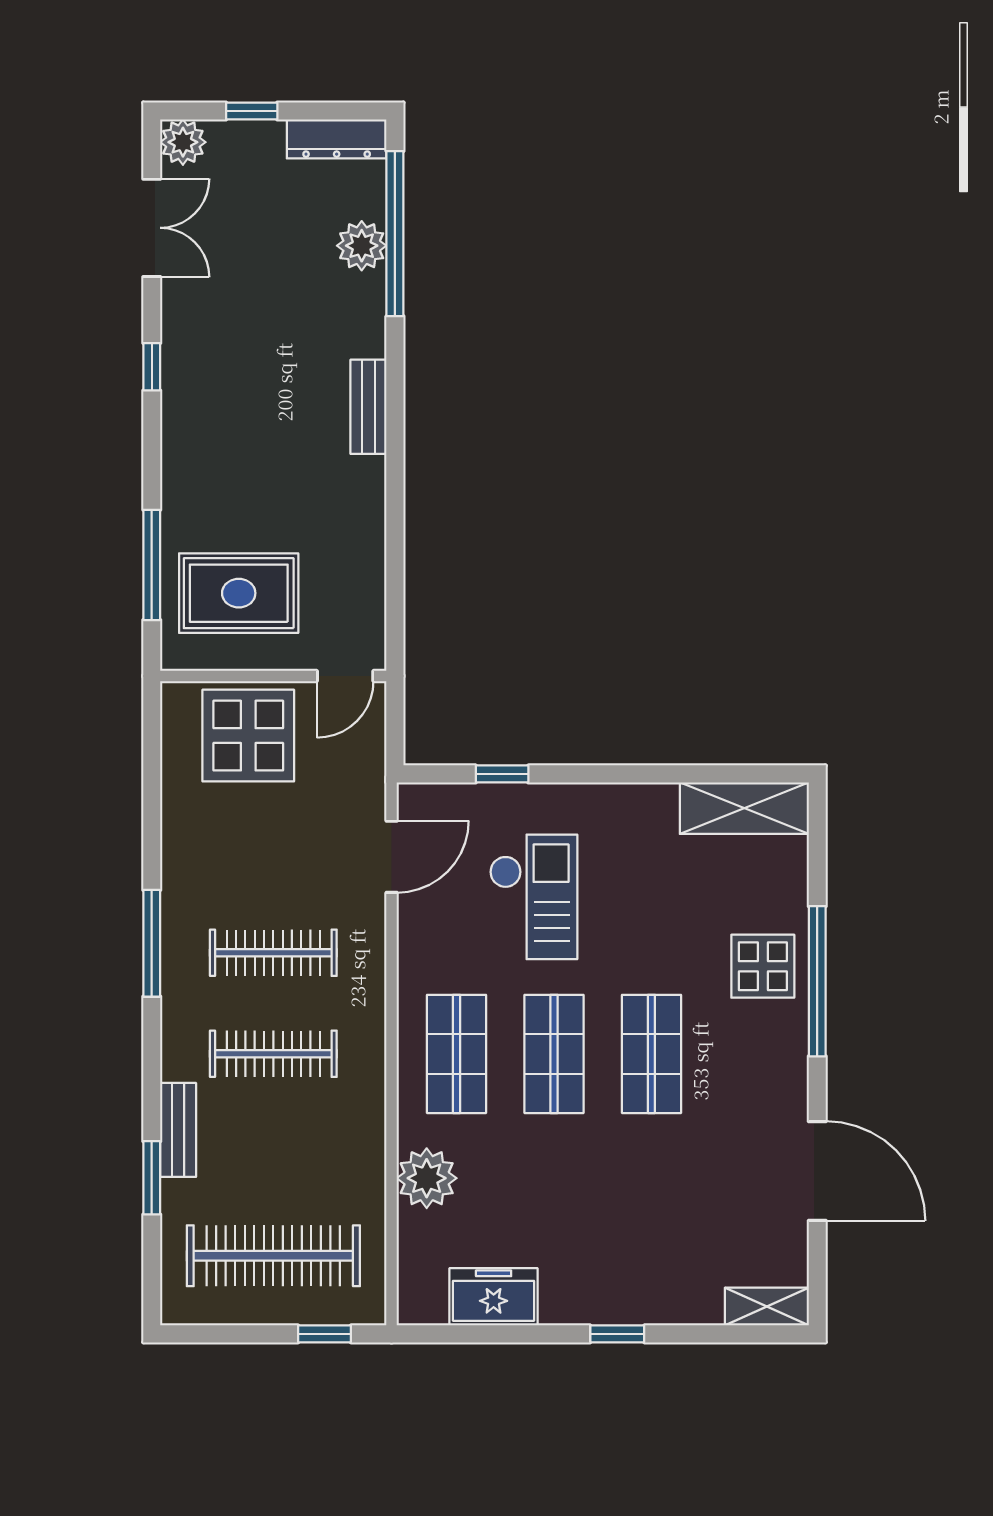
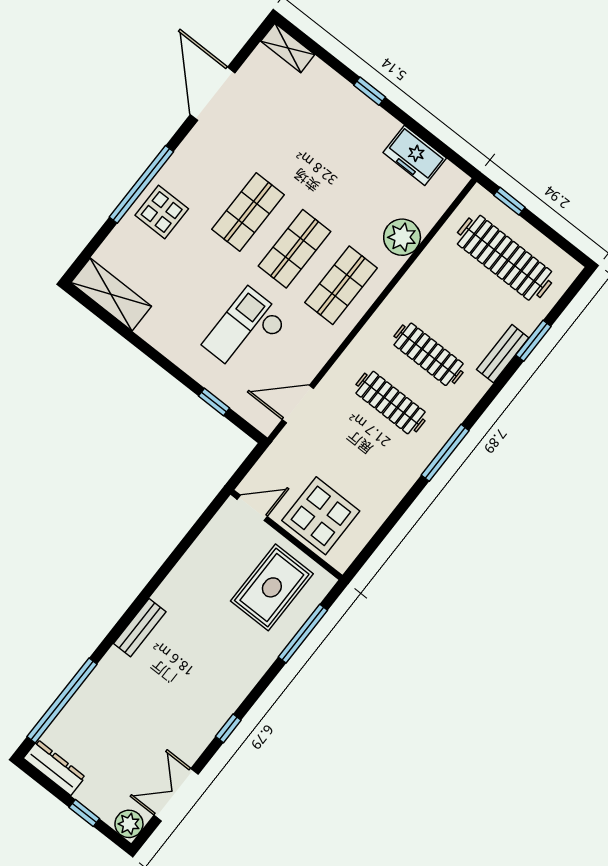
plant: (362, 246) -> (82, 707), removed
rug: (239, 593) -> (272, 587), turned 90

